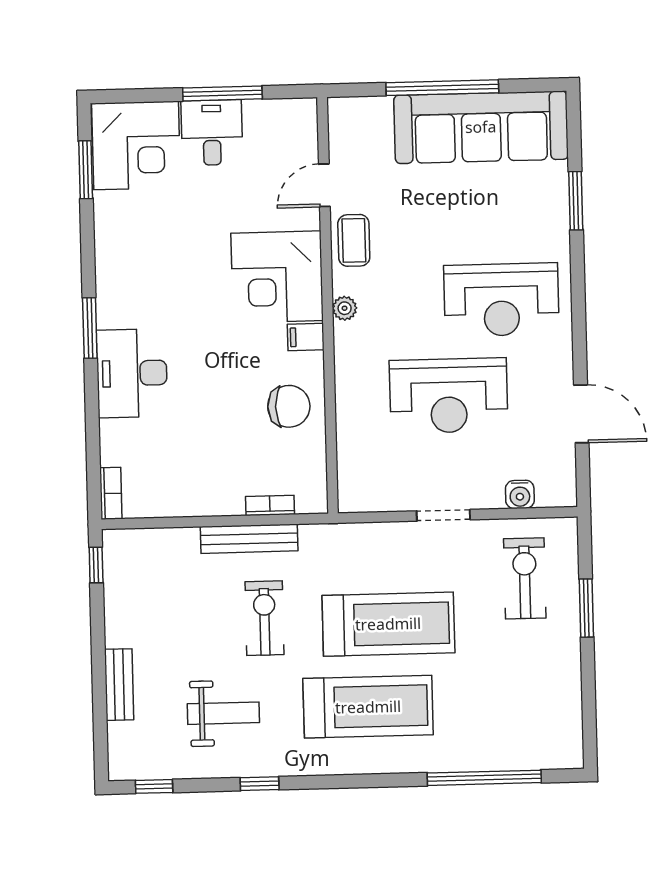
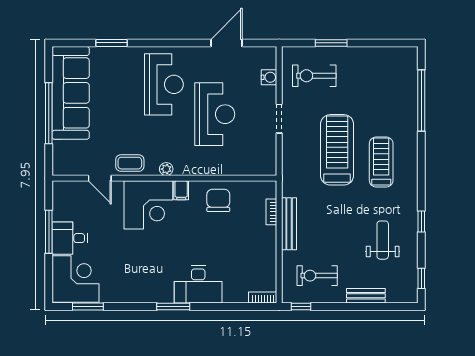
exercise bike: (264, 618) -> (317, 276), moved
treadmill: (368, 707) -> (381, 162), width x0.73, depth x0.73

